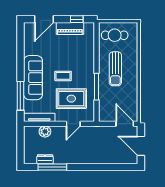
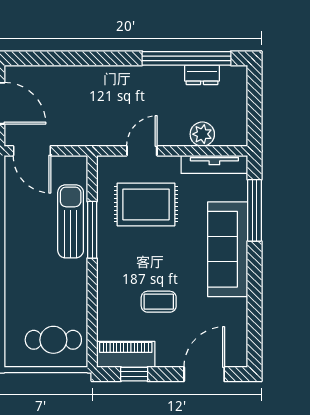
piano: (70, 28) -> (126, 354), moved
sun lounger: (115, 69) -> (71, 221), moved
coffee table: (63, 76) -> (159, 302), moved
window: (52, 167) -> (186, 58), width x1.46

